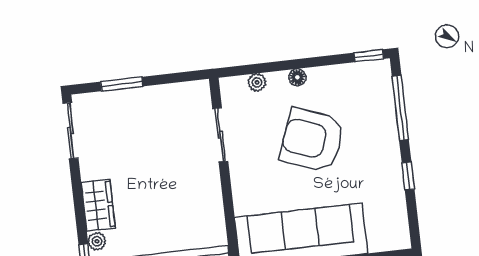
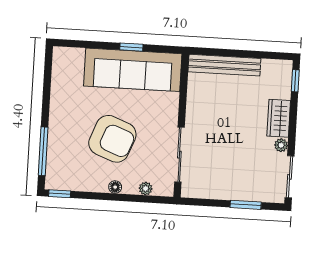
sliding door: (220, 135) -> (179, 155), width x1.37
window: (408, 176) -> (46, 100), removed
plant: (97, 241) -> (281, 145), moved

